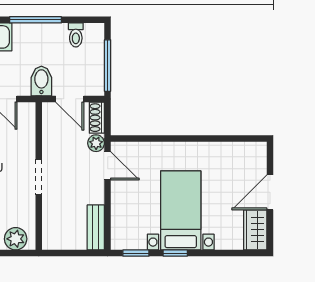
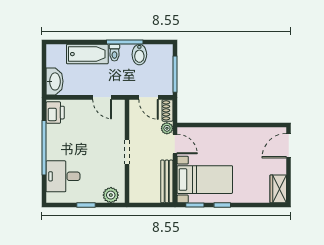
toilet: (76, 35) -> (114, 53), moved
bidet: (41, 81) -> (139, 55), moved, turned 180
door: (270, 192) -> (289, 146), moved
bed with nightstands: (181, 210) -> (205, 180), moved, turned 90
bench: (96, 227) -> (167, 181), width x1.36

